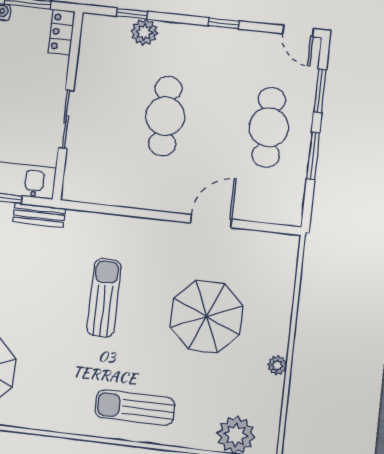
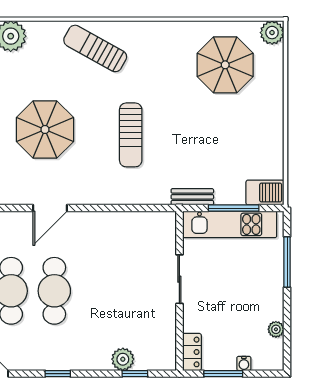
cafe table: (165, 116) -> (54, 291), moved
sun lounger: (135, 408) -> (95, 48), turned -151

